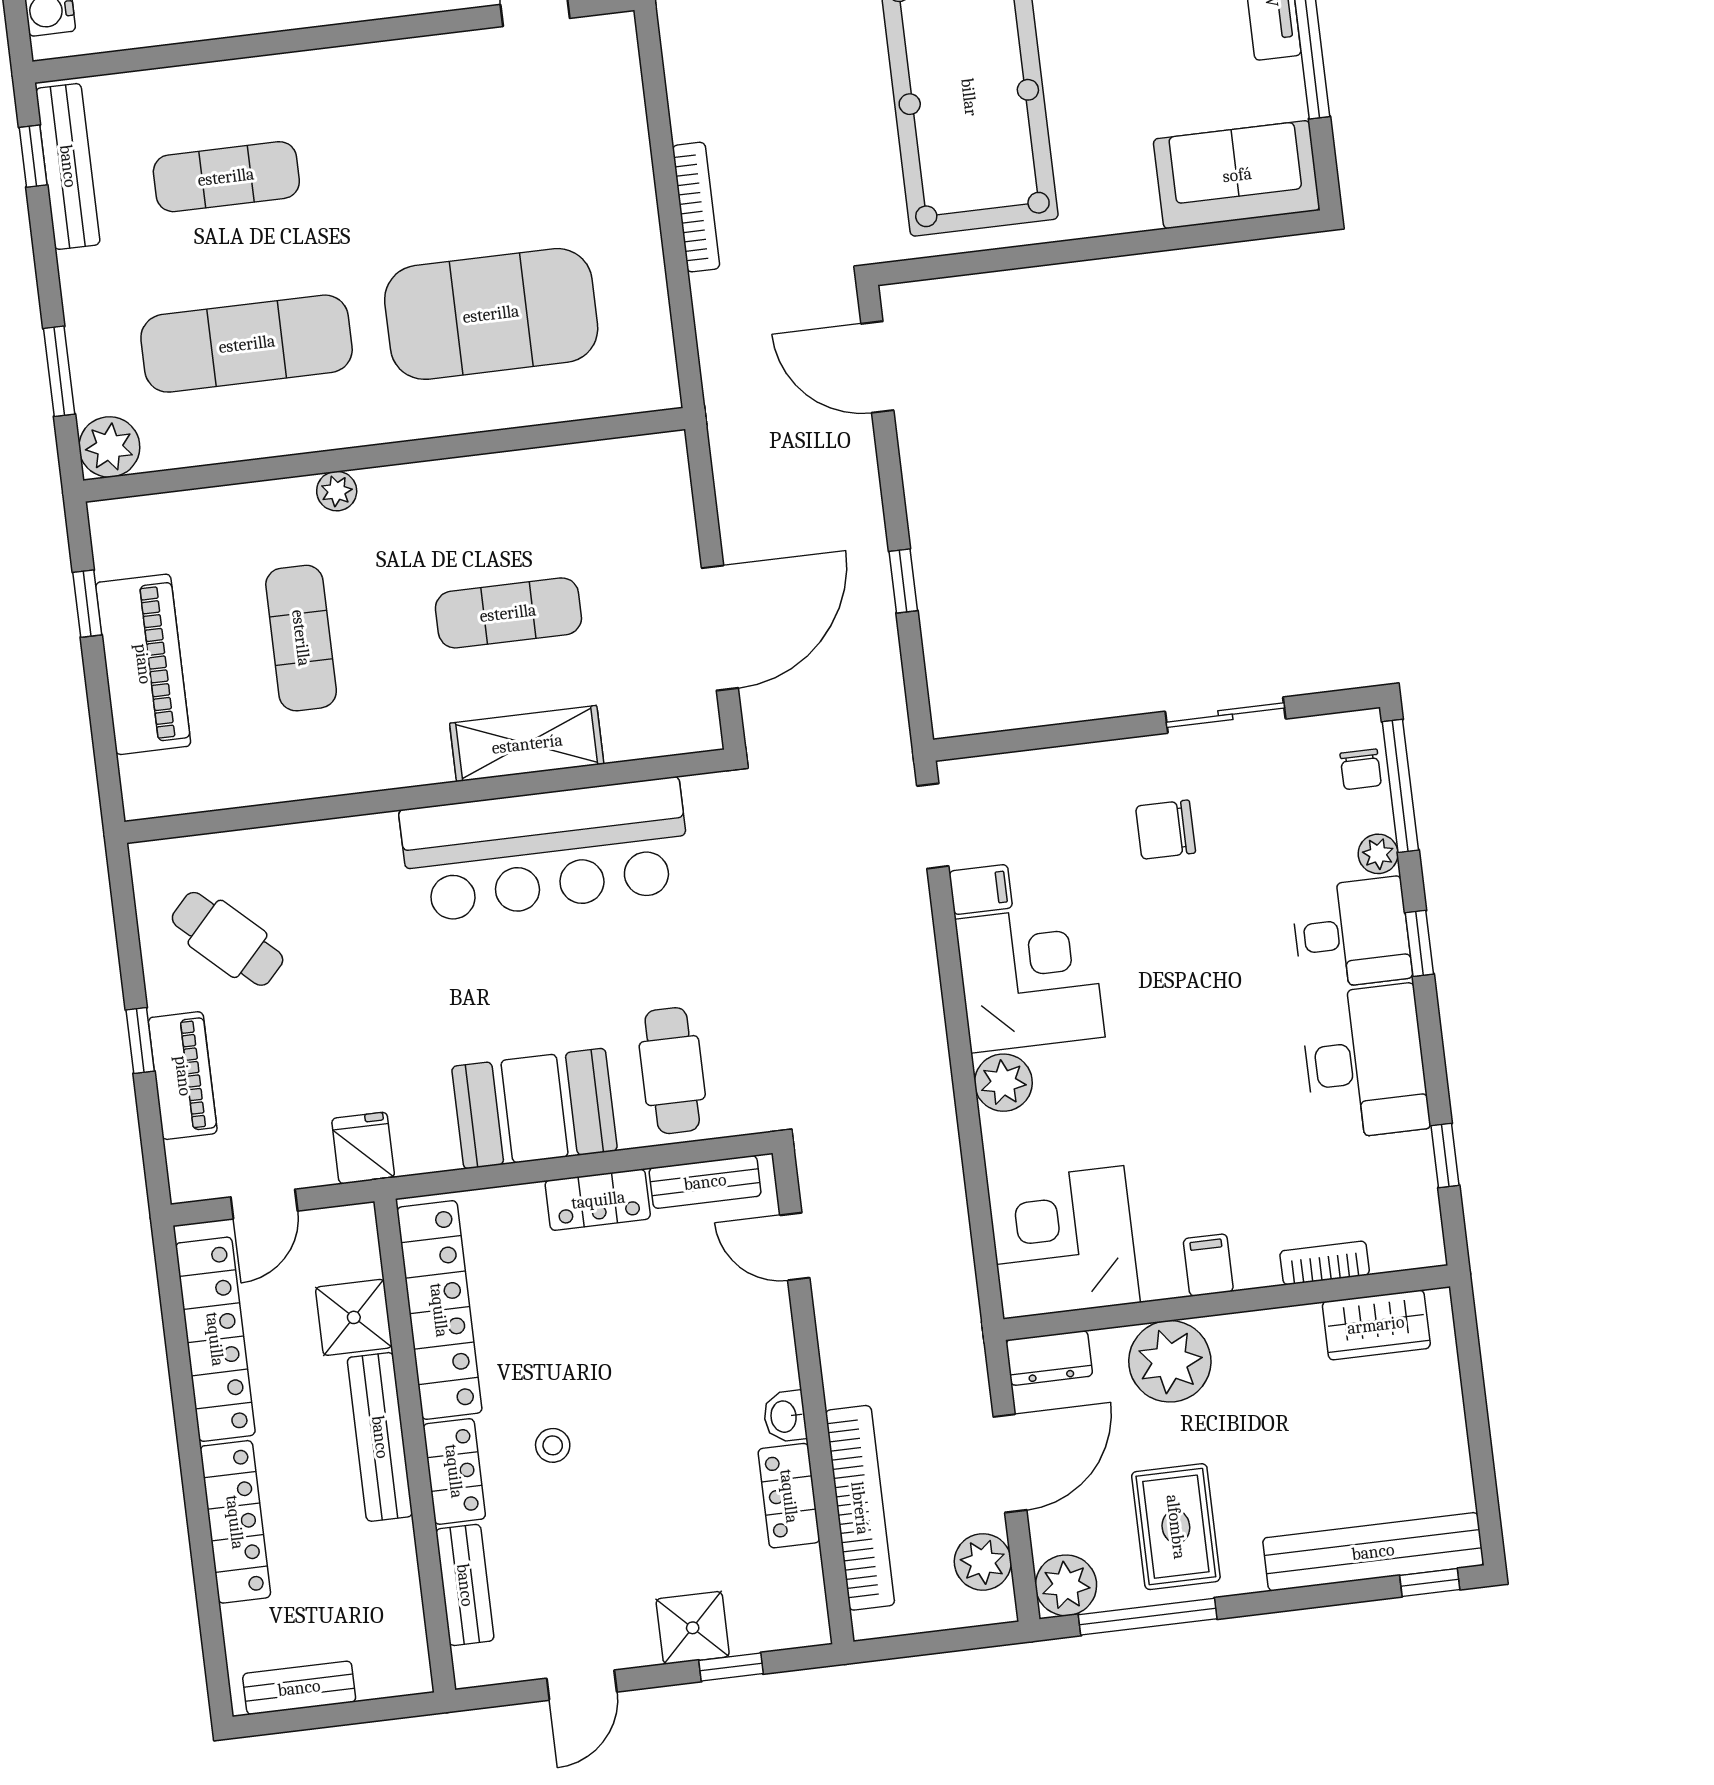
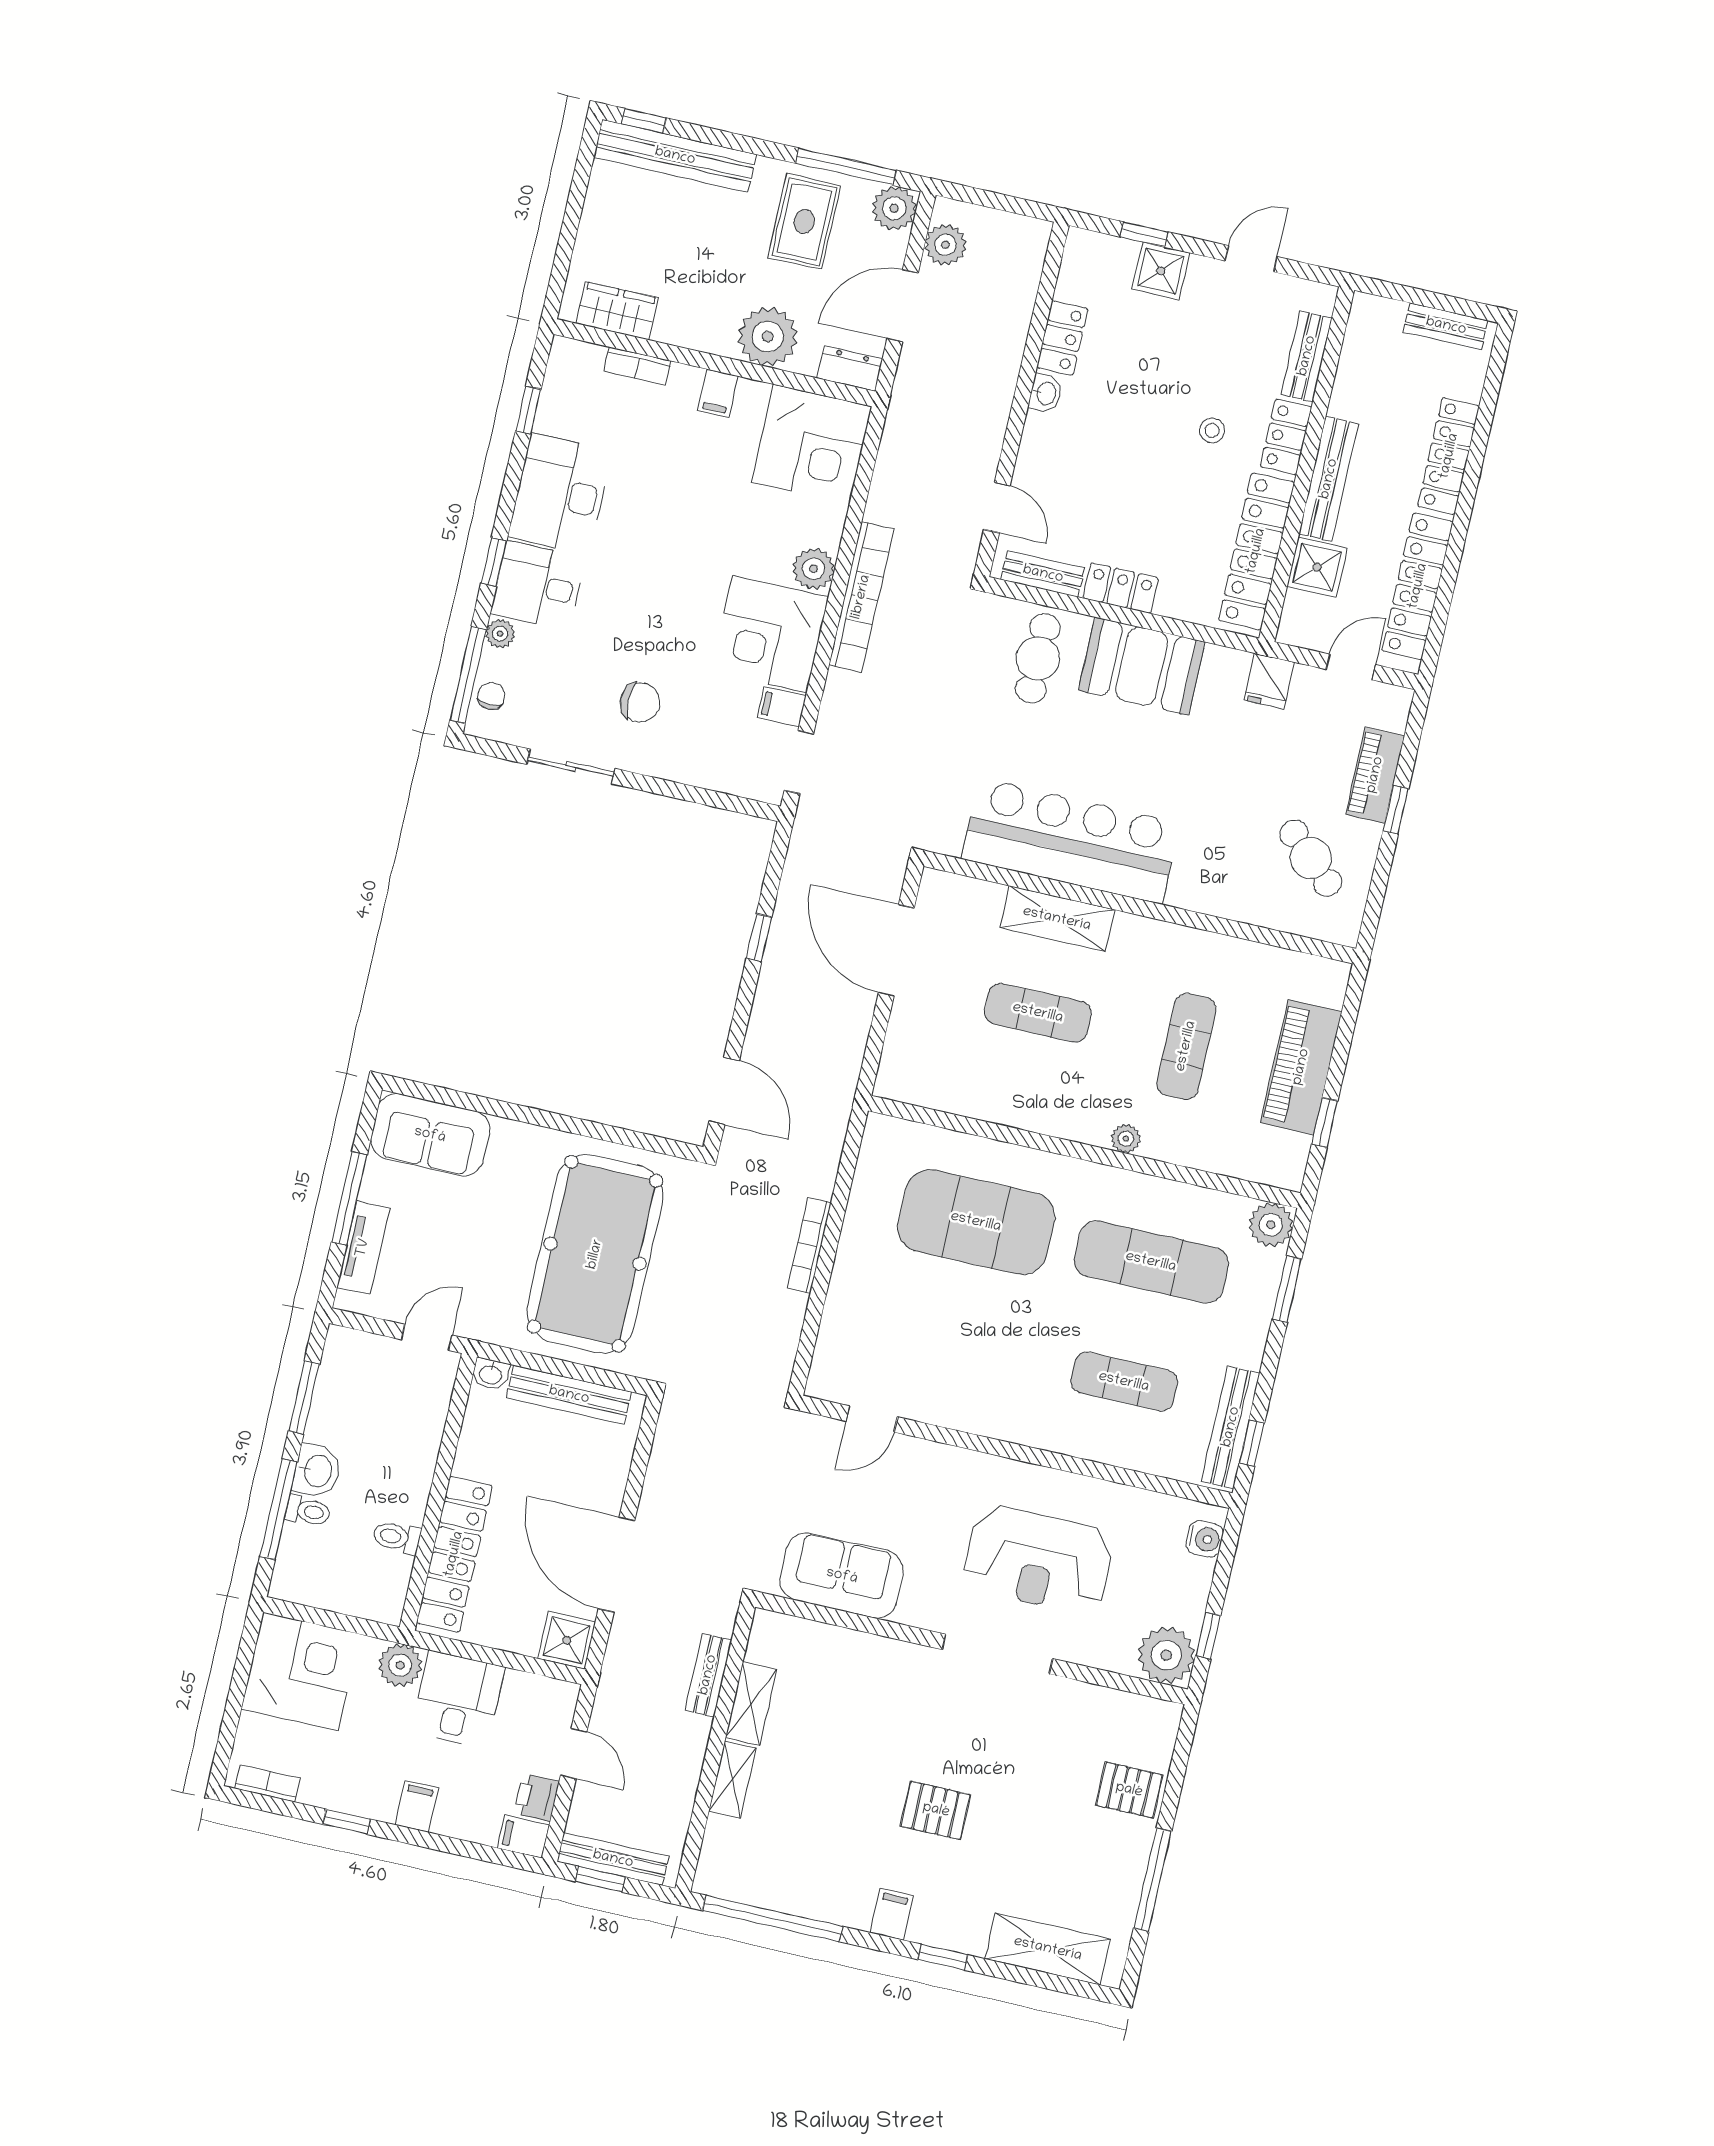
door: (720, 628) -> (896, 950), hinge flipped
bookcase: (860, 1508) -> (861, 597), moved, turned 180

